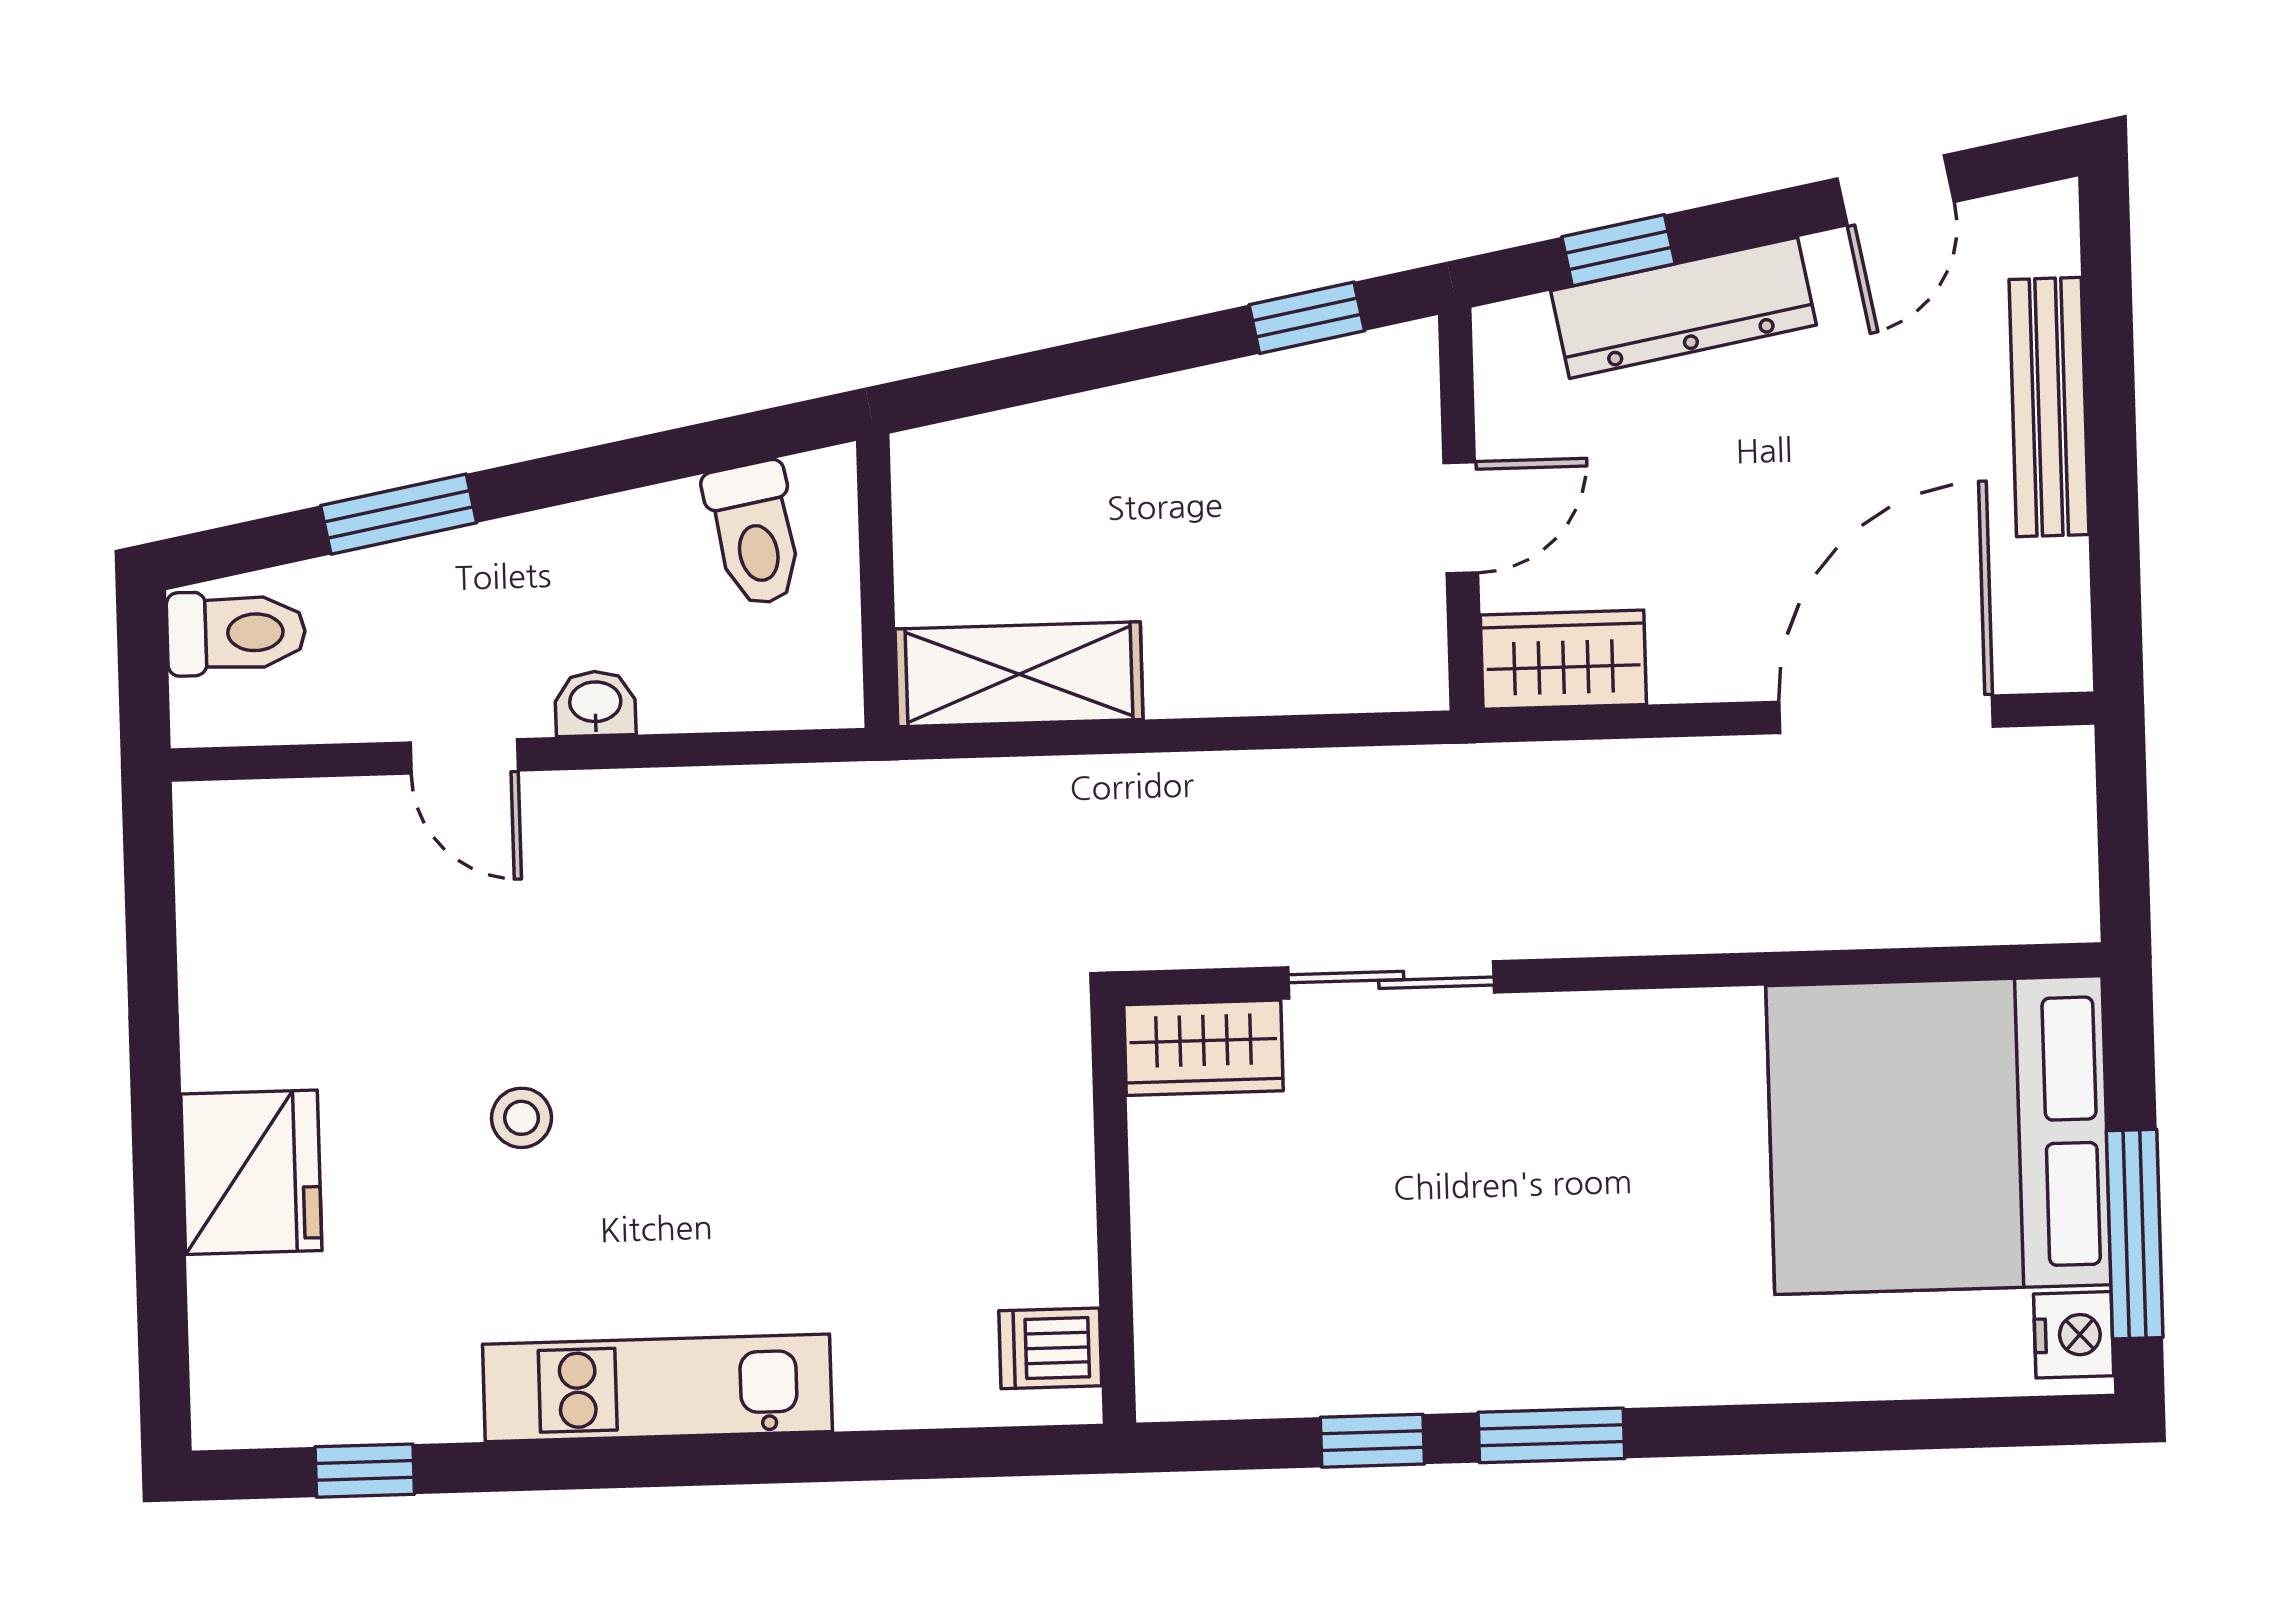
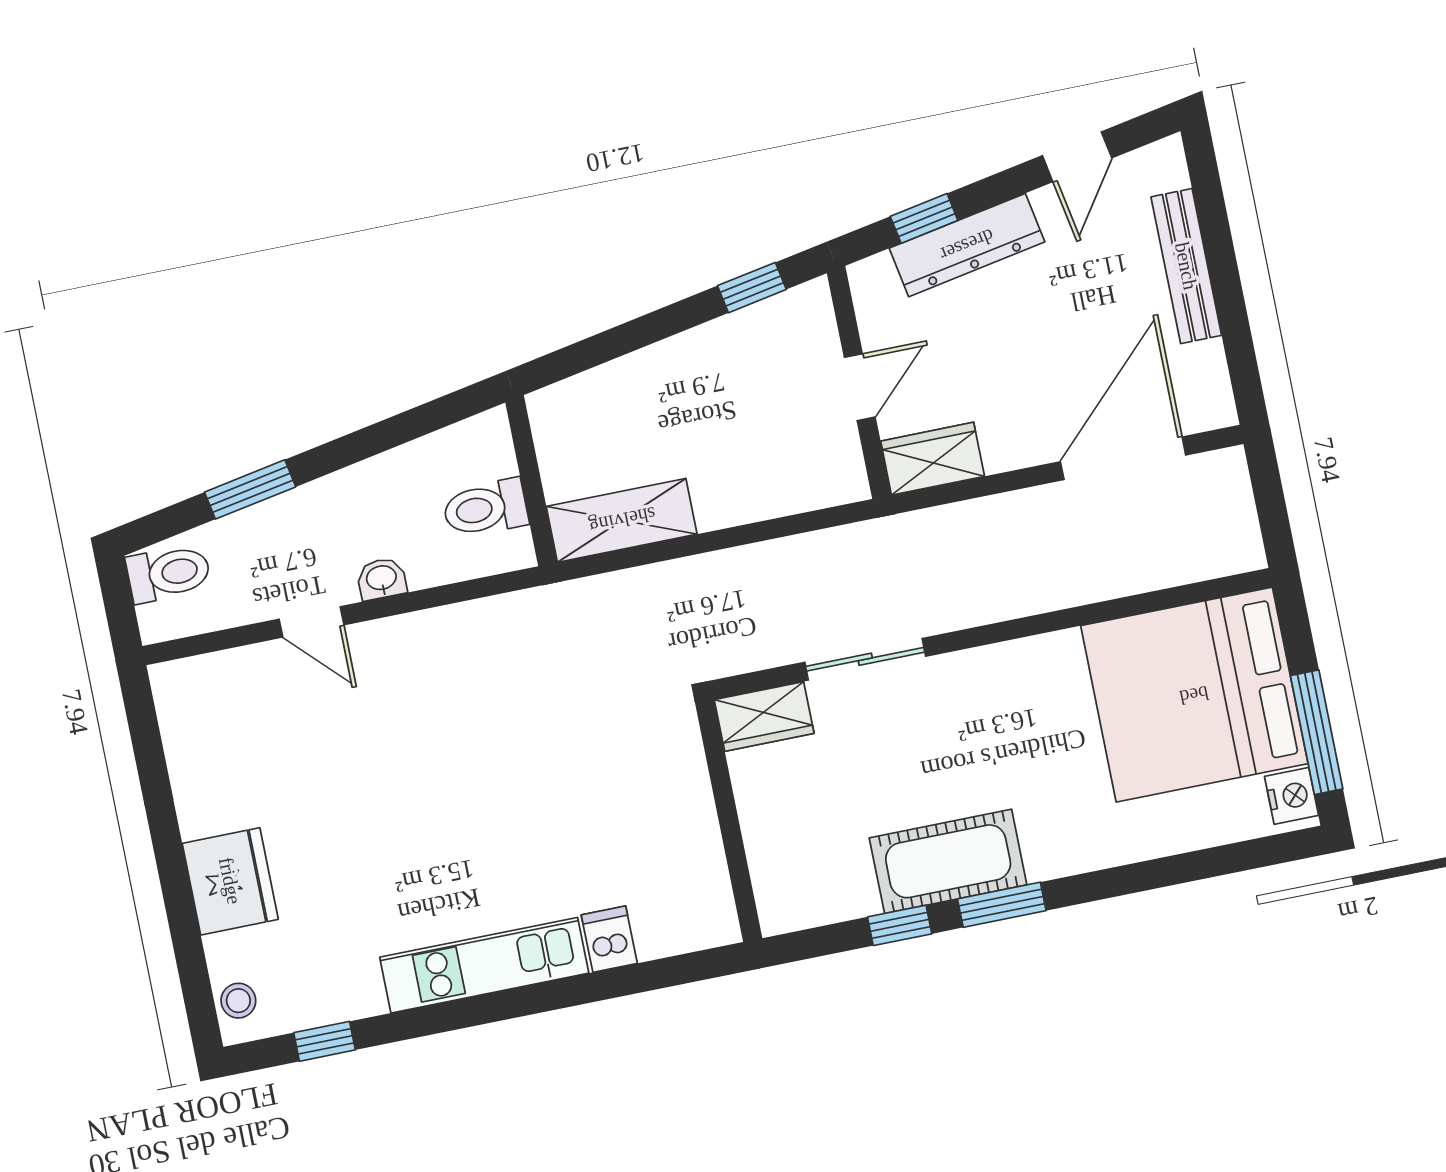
toilet: (755, 534) -> (485, 508), moved, turned 101
stool: (522, 1118) -> (238, 1001), moved
cot: (1473, 1346) -> (948, 861), added
dishwasher: (1050, 1348) -> (609, 939), moved, turned 90

